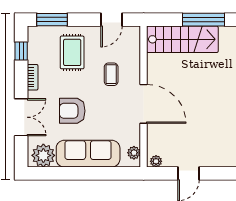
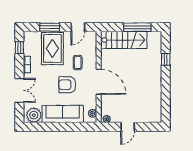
window: (52, 20) -> (50, 27), moved
rug: (72, 52) -> (52, 48), width x1.36, depth x1.43
armchair: (72, 111) -> (67, 85), moved

